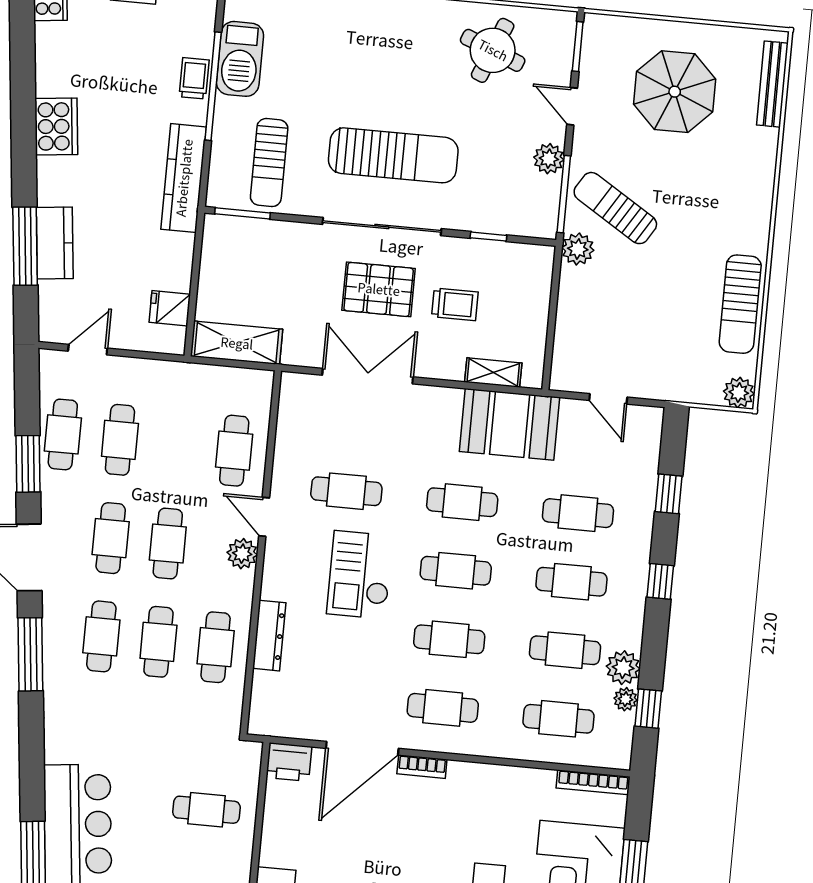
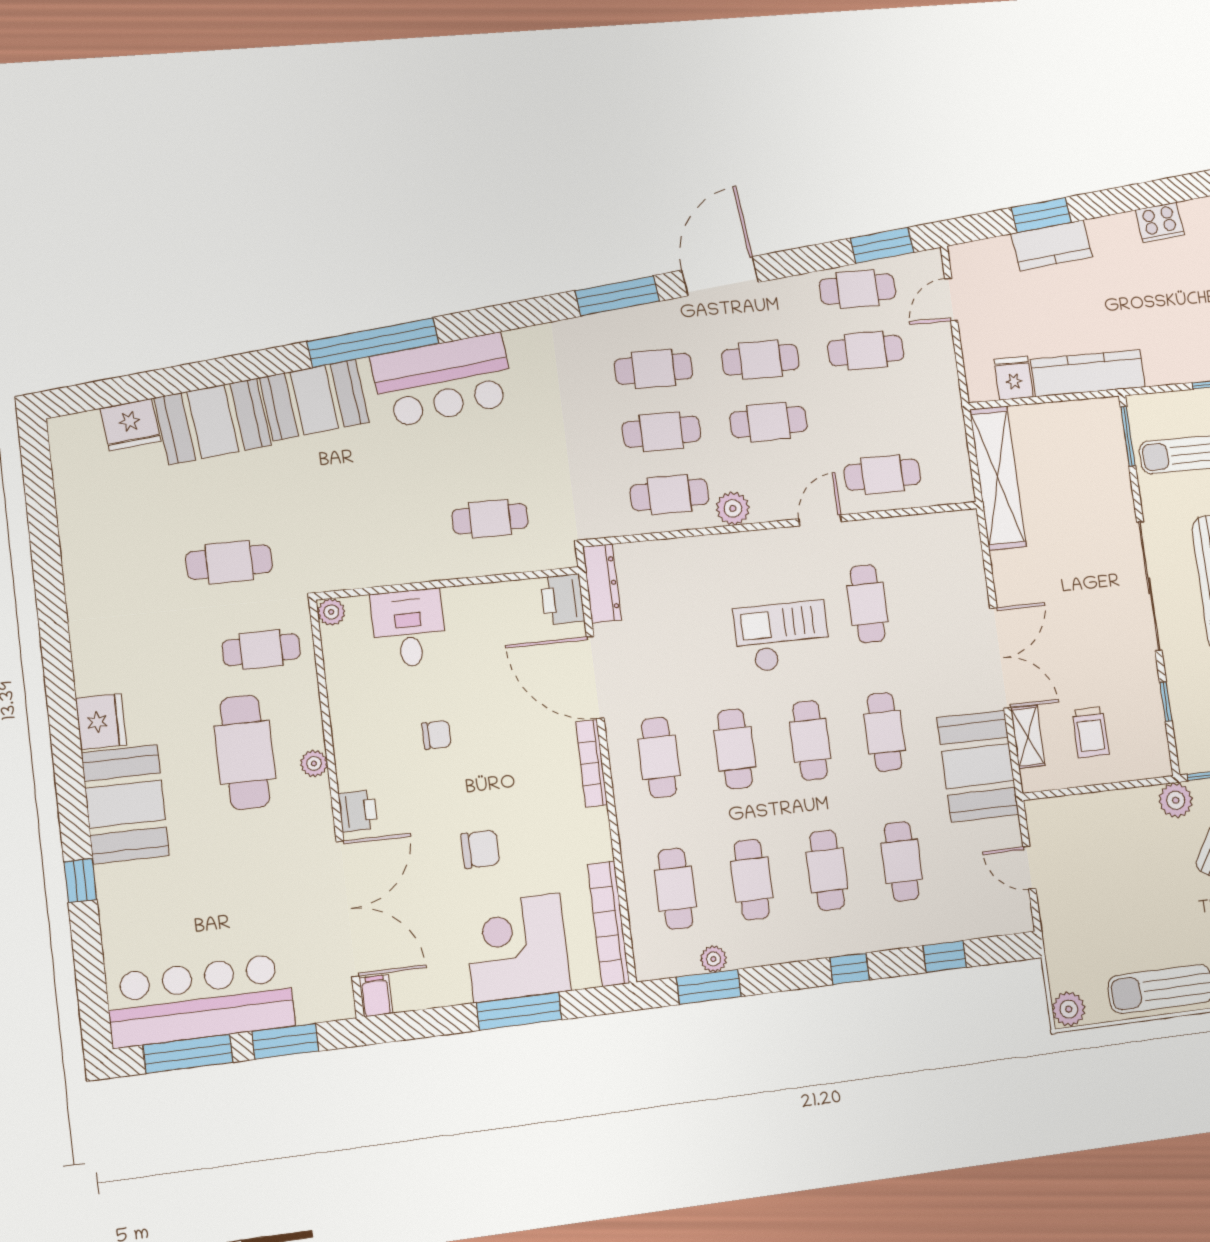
cooker: (56, 126) -> (1160, 222), width x0.73, depth x0.76
kitchen counter: (184, 178) -> (1088, 373), moved
window: (25, 246) -> (1041, 215), width x0.69
pallet: (379, 289) -> (1085, 596), removed
trolley: (455, 304) -> (1091, 732), moved
shelving: (237, 343) -> (998, 478), width x1.47
door: (88, 350) -> (951, 299), swing flipped
double door: (368, 376) -> (1000, 658), moved
door: (608, 399) -> (1029, 868), hinge flipped
window: (28, 464) -> (882, 245), moved
plant: (242, 554) -> (733, 508), moved
dresser: (269, 636) -> (602, 583), moved, turned -90
plant: (623, 668) -> (747, 949), removed
window: (648, 709) -> (709, 987), width x1.50
bookcase: (422, 767) -> (591, 763), width x1.56
bookcase: (593, 782) -> (608, 924), width x1.48, depth x1.31
cafe table: (206, 810) -> (490, 519), turned 90

